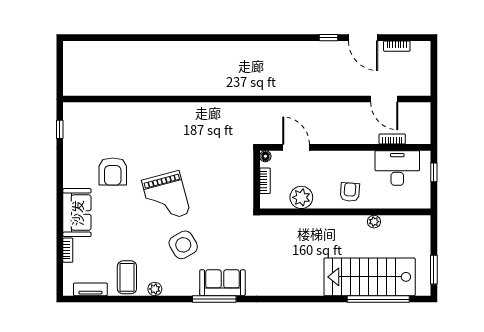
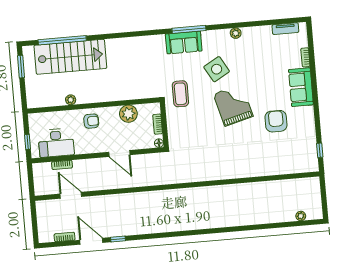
plant: (91, 47) -> (301, 216), added
door: (296, 147) -> (119, 153), moved
armchair: (350, 192) -> (91, 121), turned -94
coffee table: (127, 277) -> (180, 94), moved

